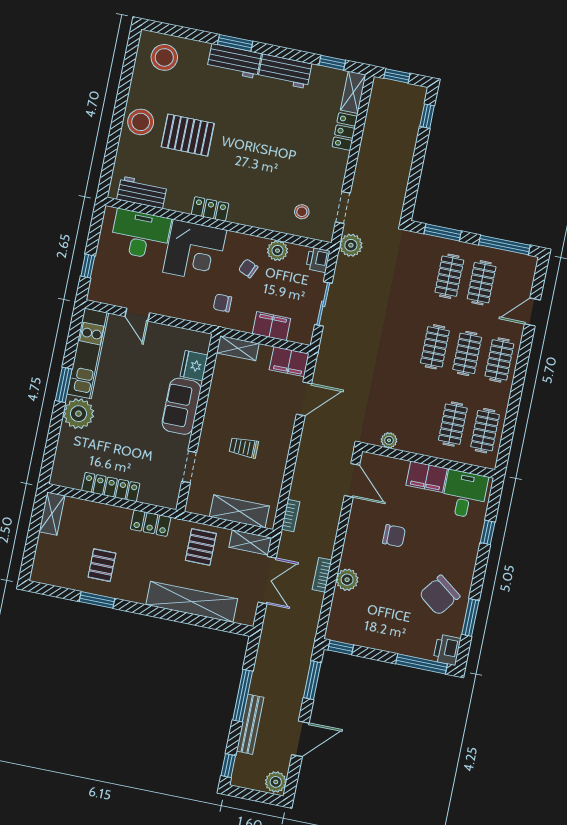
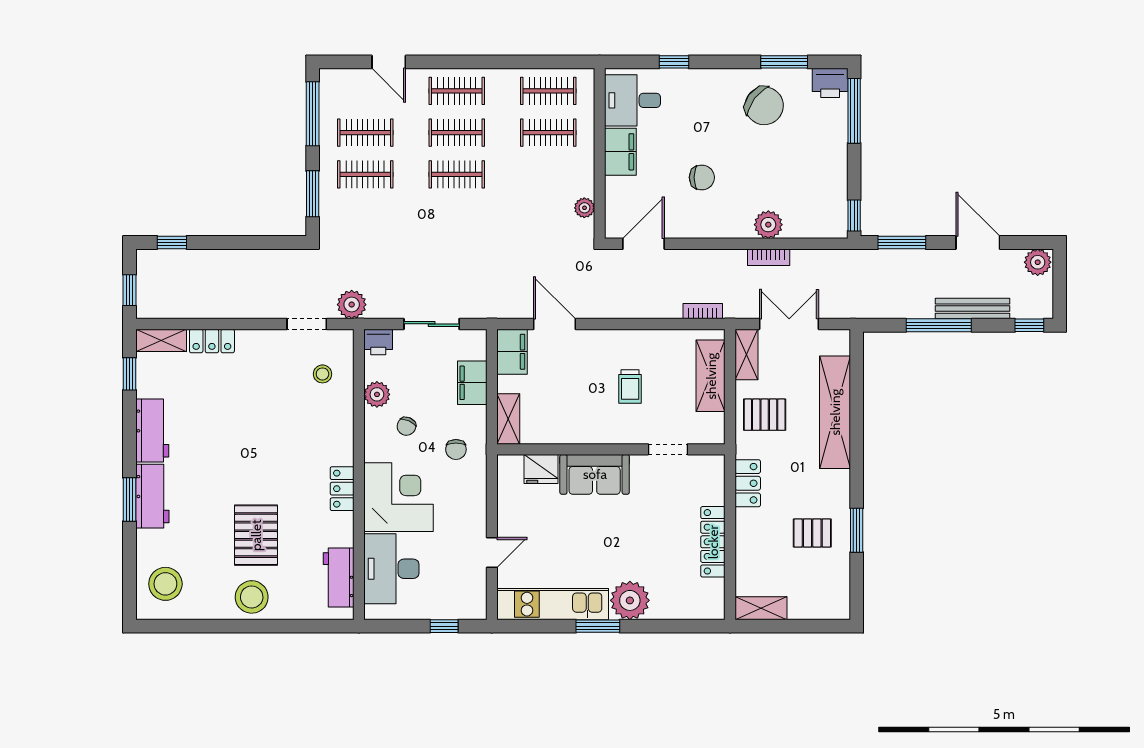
chair: (394, 536) -> (702, 177), turned 90

